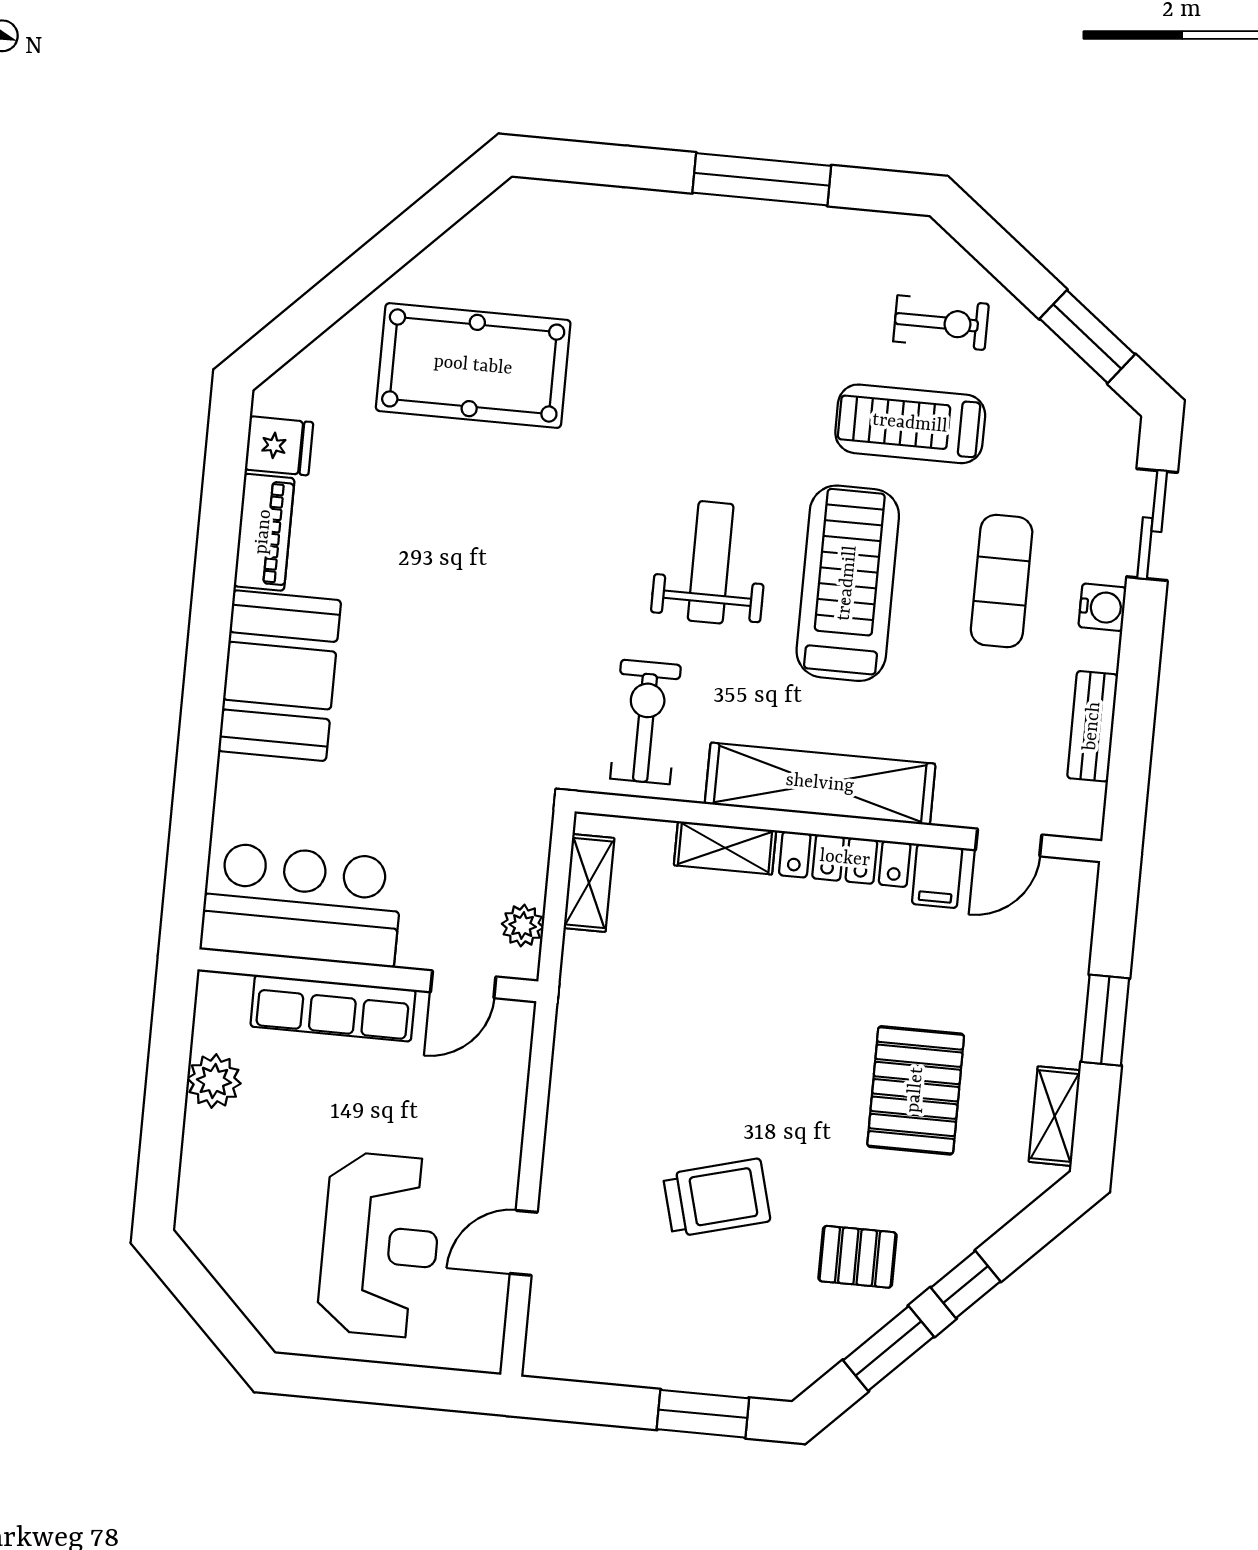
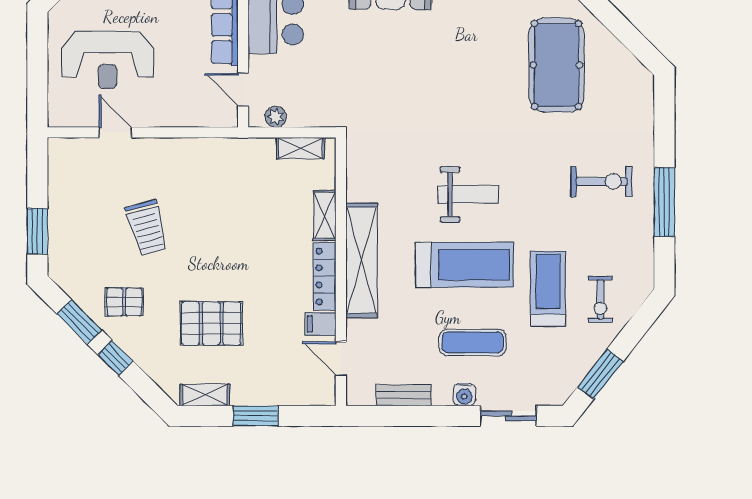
exercise bike: (646, 722) -> (602, 182), moved
pallet: (858, 1257) -> (124, 302), turned 90

